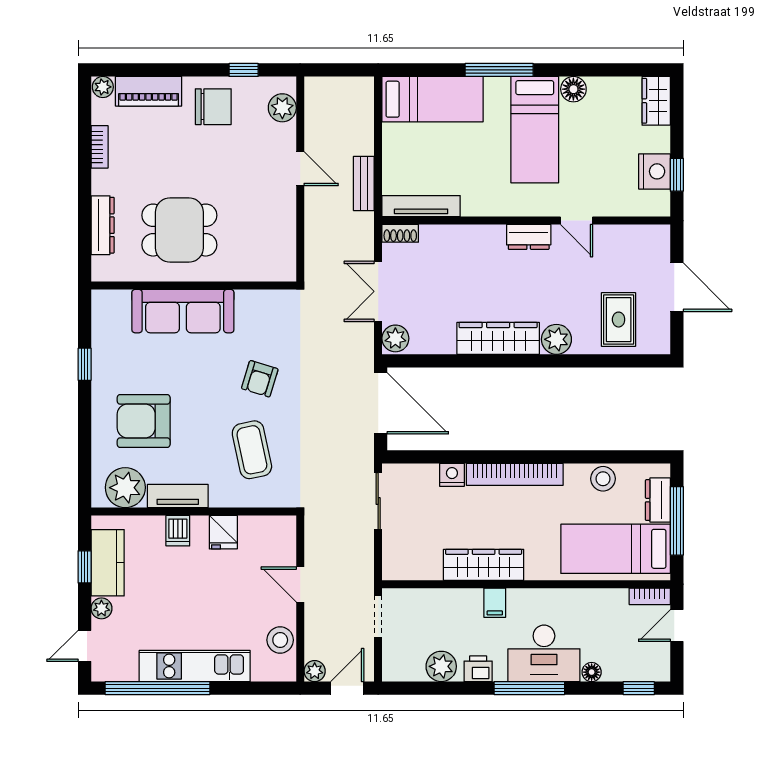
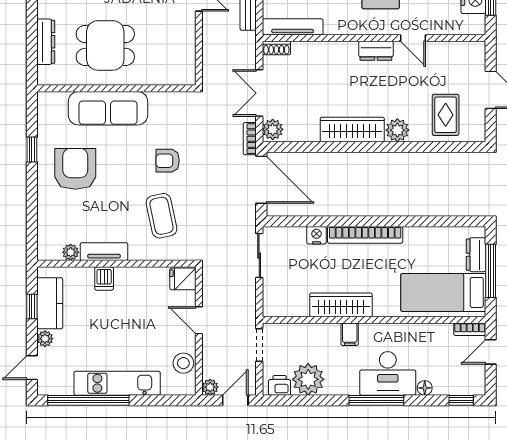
bookcase: (366, 350) -> (250, 139), added
armchair: (260, 379) -> (168, 161), turned 73
armchair: (144, 421) -> (75, 169), moved, turned 90
stool: (603, 479) -> (434, 238), removed
plant: (125, 488) -> (71, 252), width x0.53, depth x0.53
fridge: (223, 532) -> (183, 279), moved, turned 90
plant: (441, 666) -> (308, 379), width x1.36, depth x1.36
printer: (478, 669) -> (280, 385), moved

